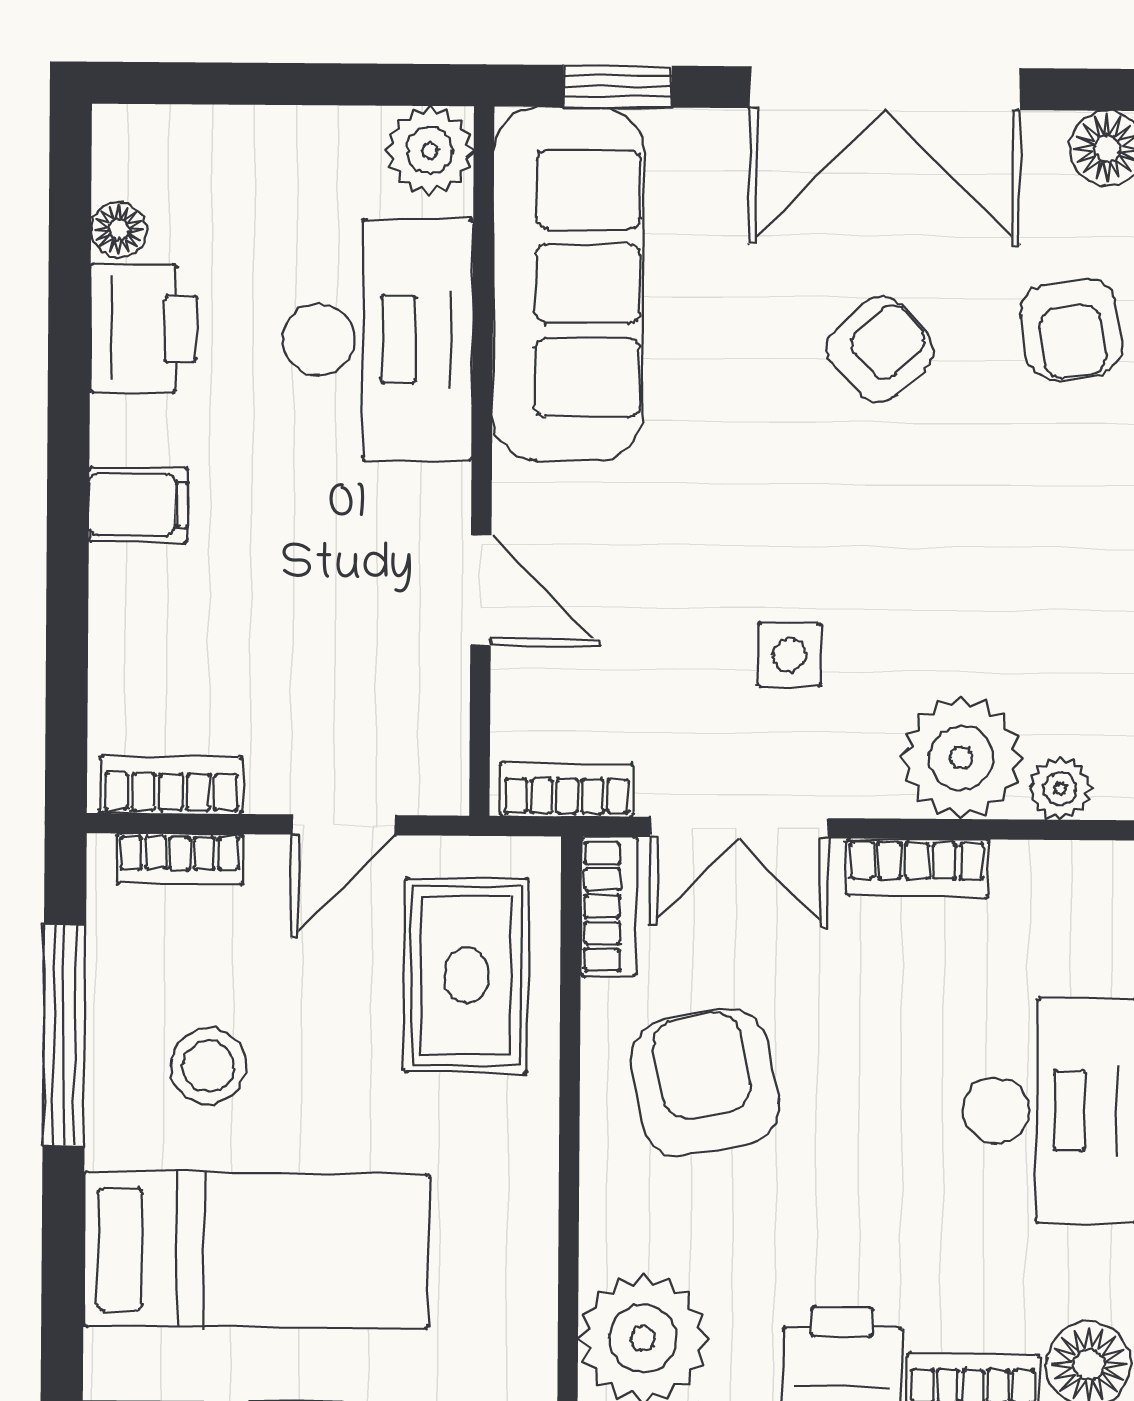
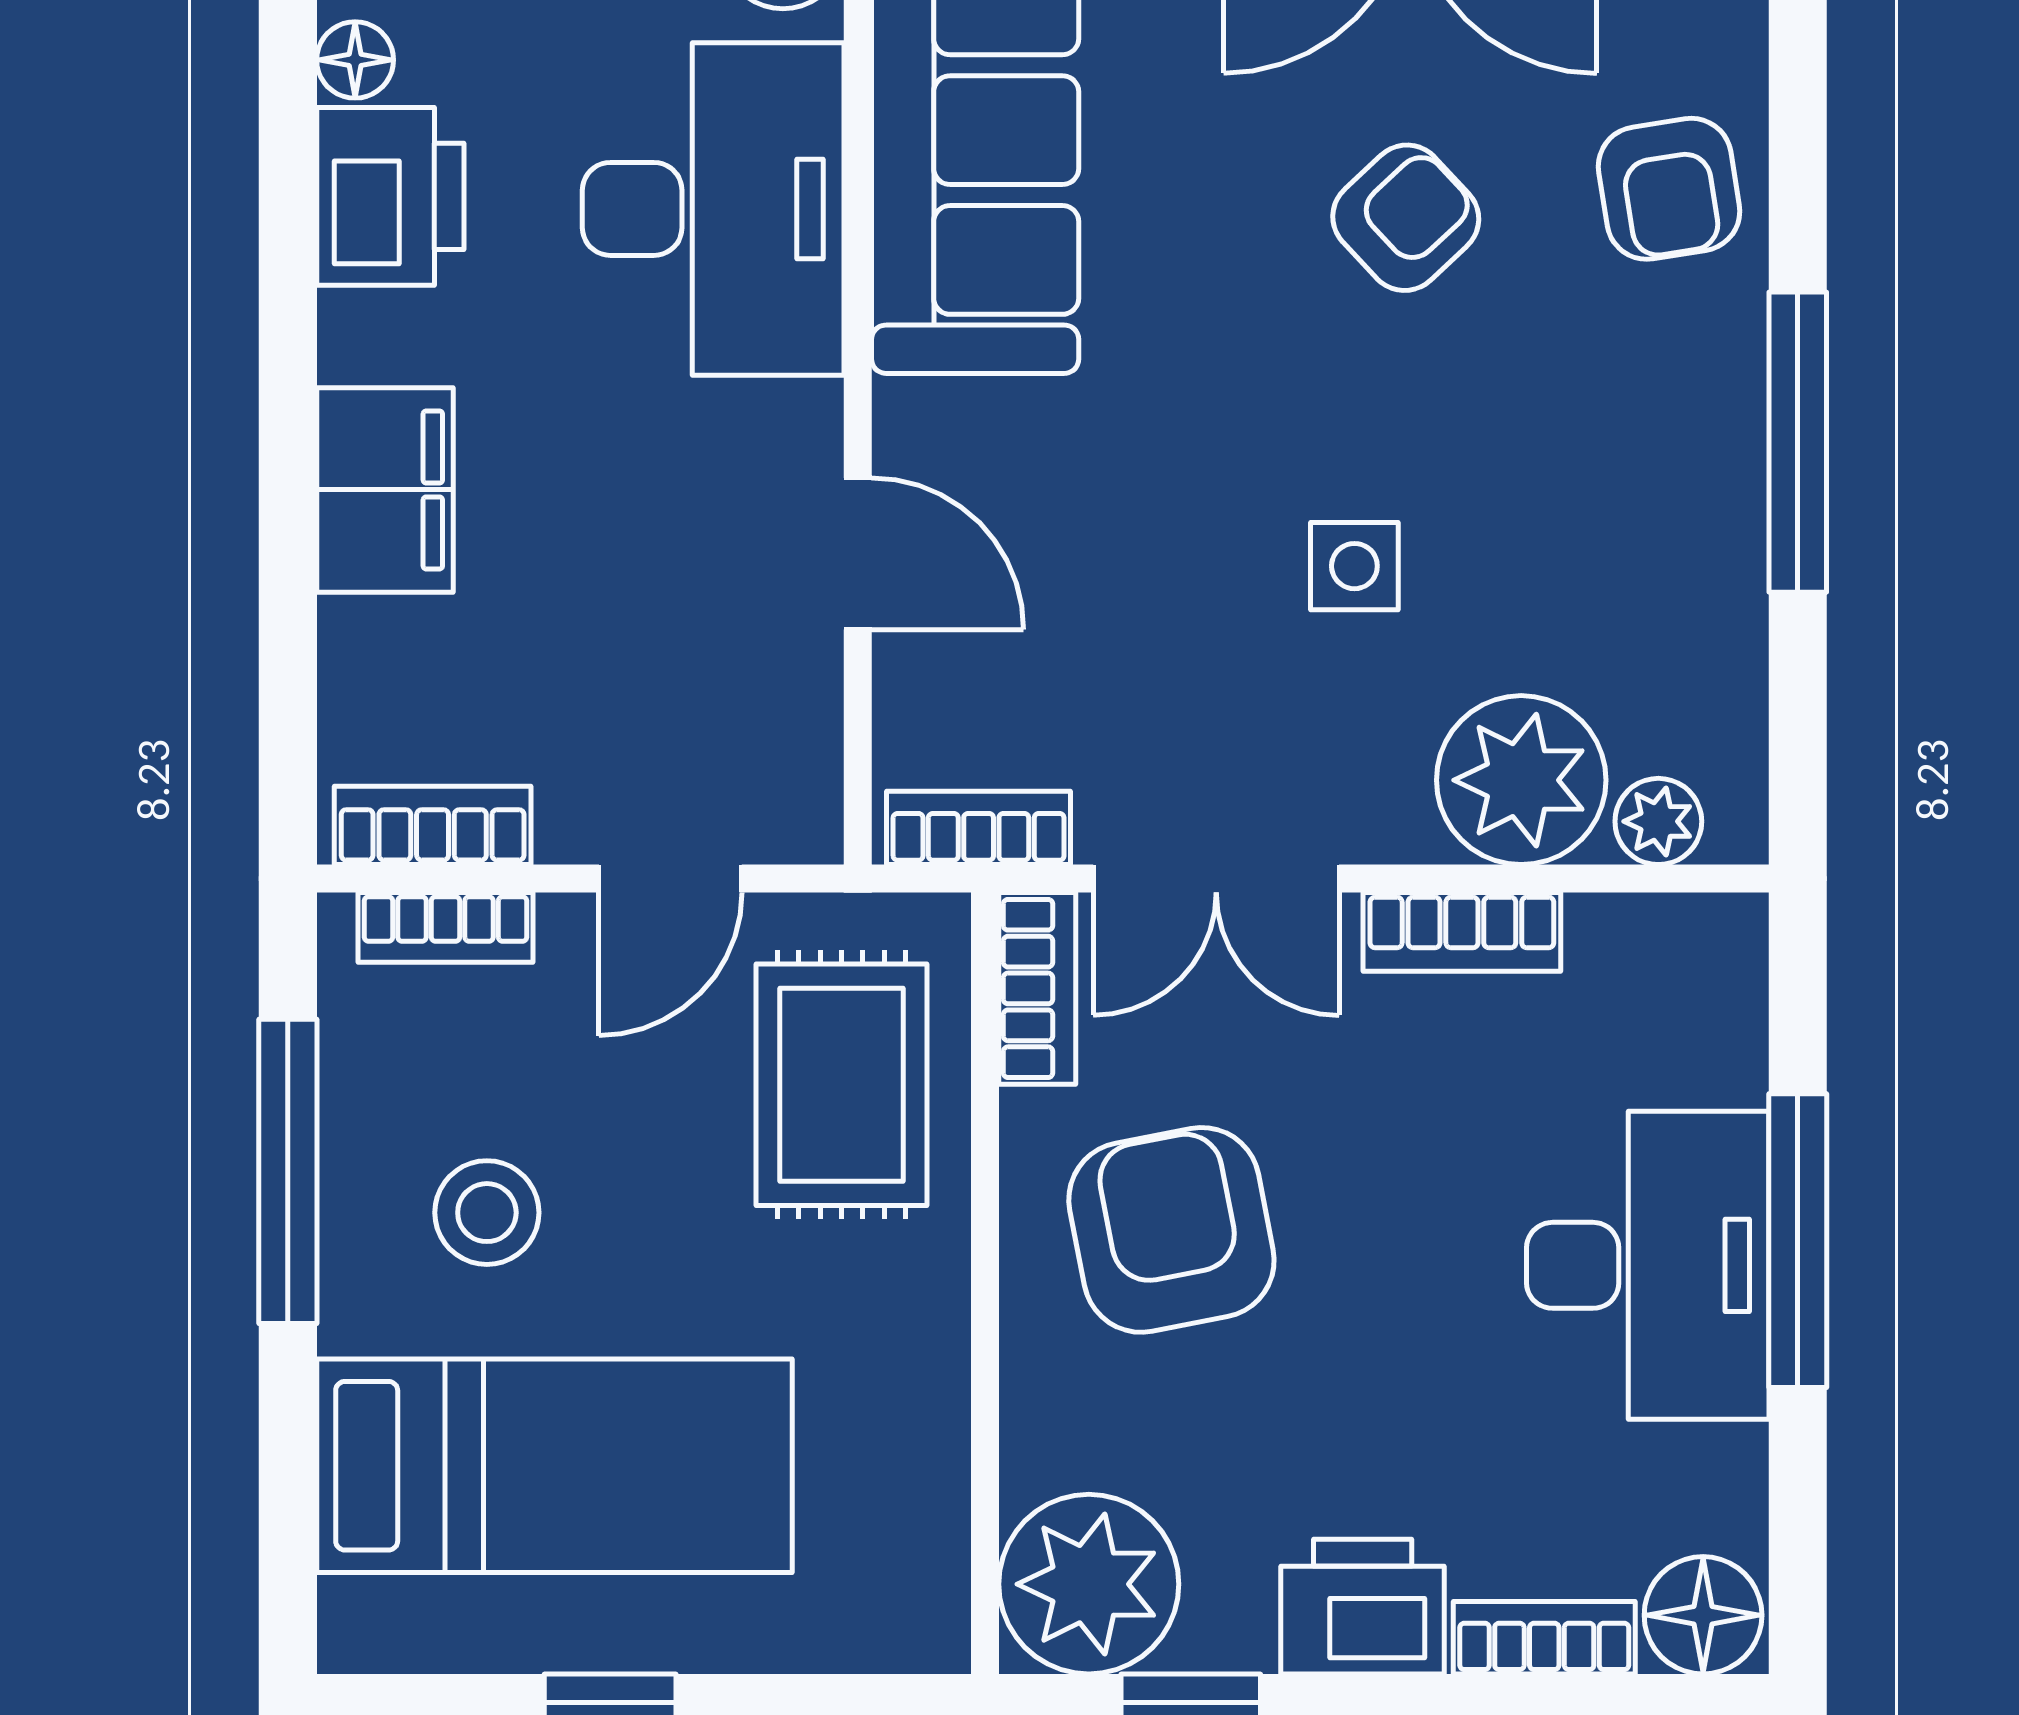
filing cabinet: (138, 504) -> (385, 490), width x2.00
side table: (789, 655) -> (1354, 566), moved

